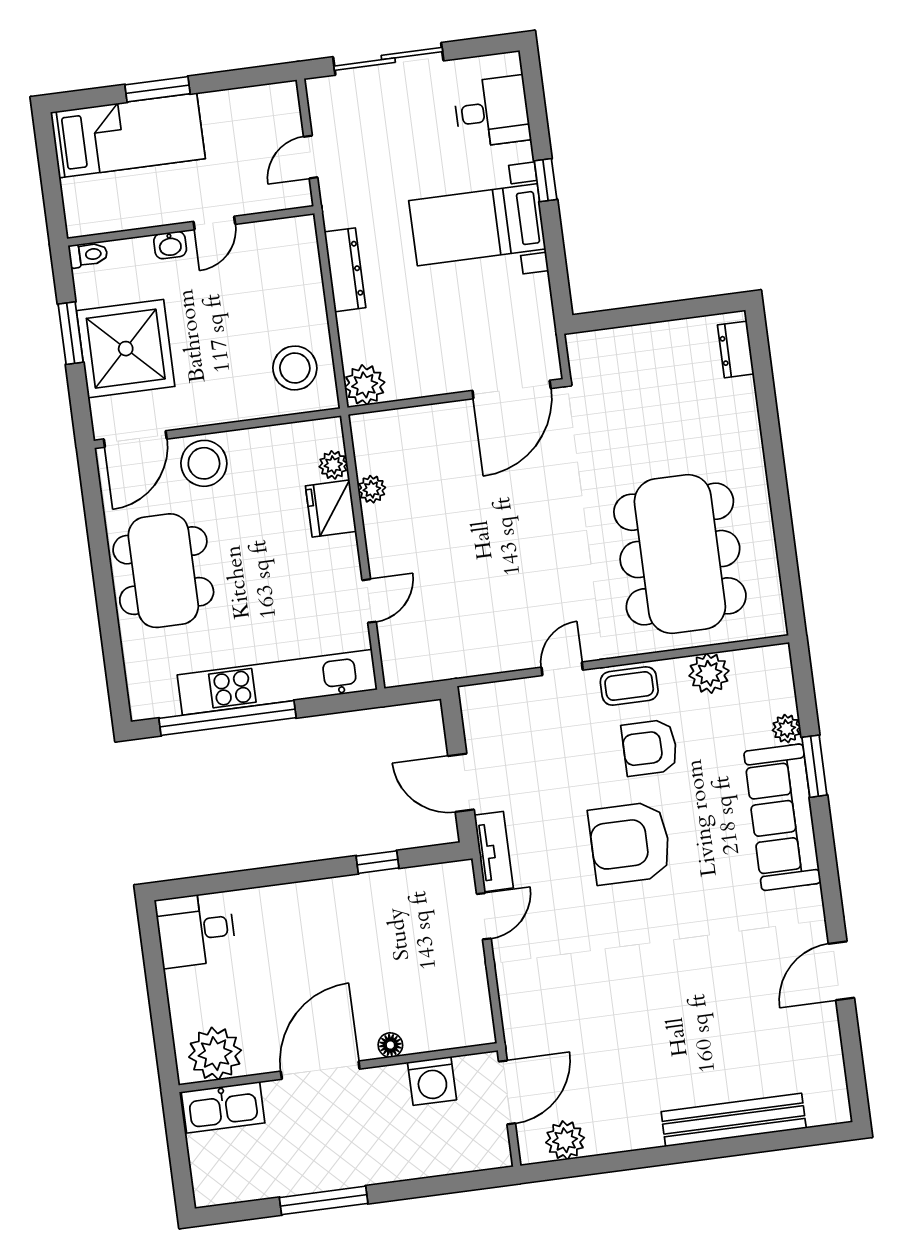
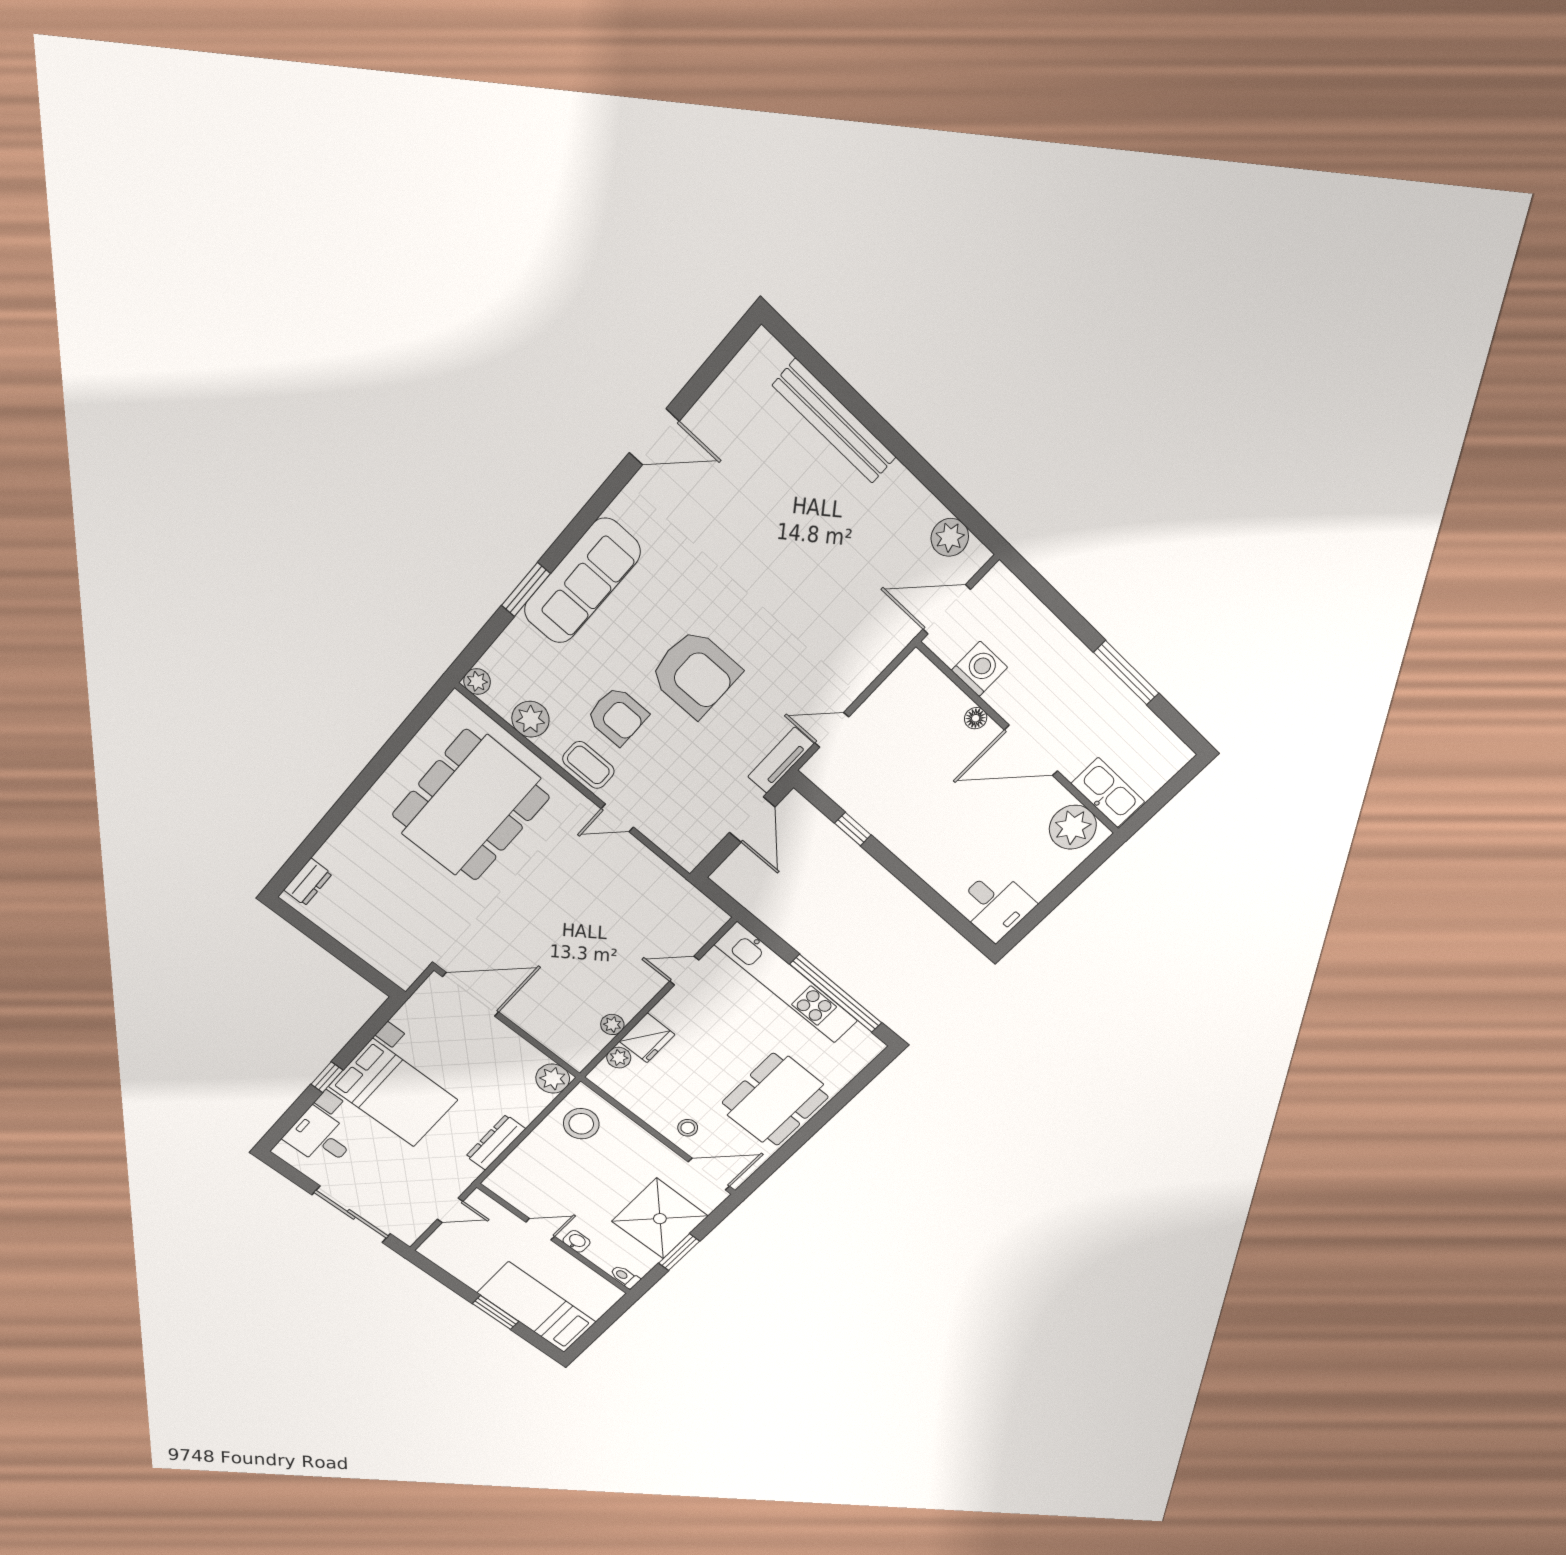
bed with nightstands: (477, 225) -> (393, 1093), width x1.36
stool: (204, 463) -> (688, 1128), width x0.53, depth x0.53
plant: (786, 729) -> (477, 681), moved

